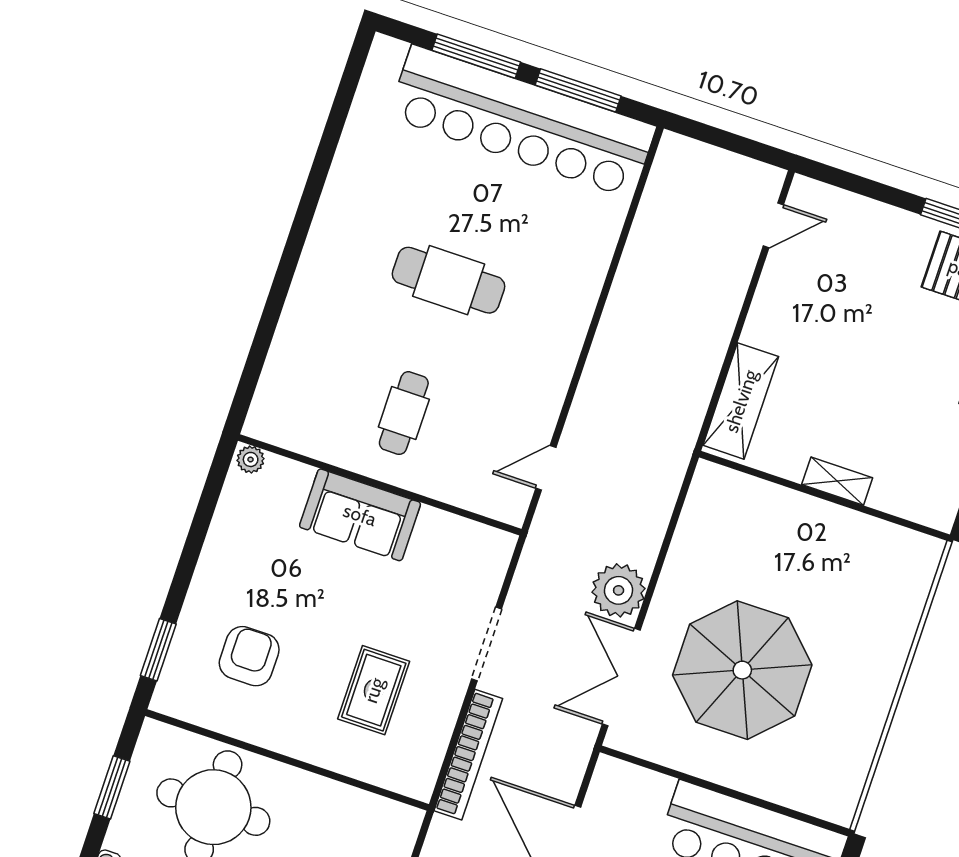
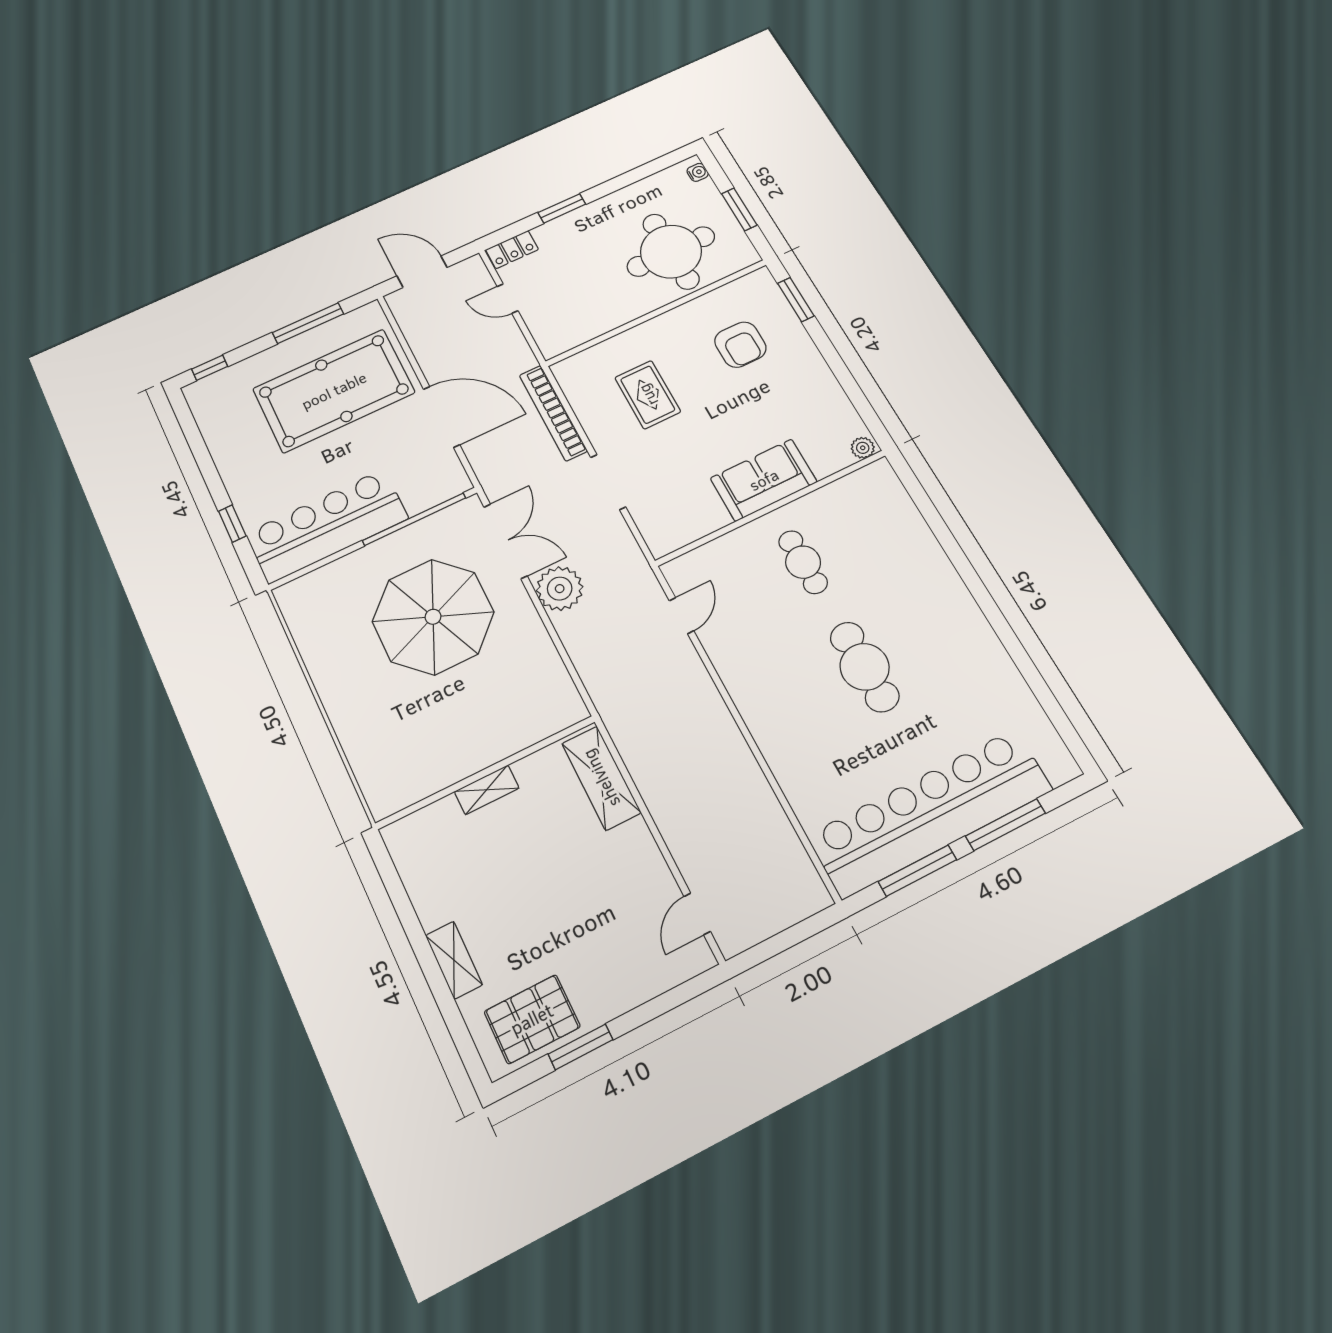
cafe table: (449, 280) -> (865, 667), turned 90
window: (676, 774) -> (414, 519), added

